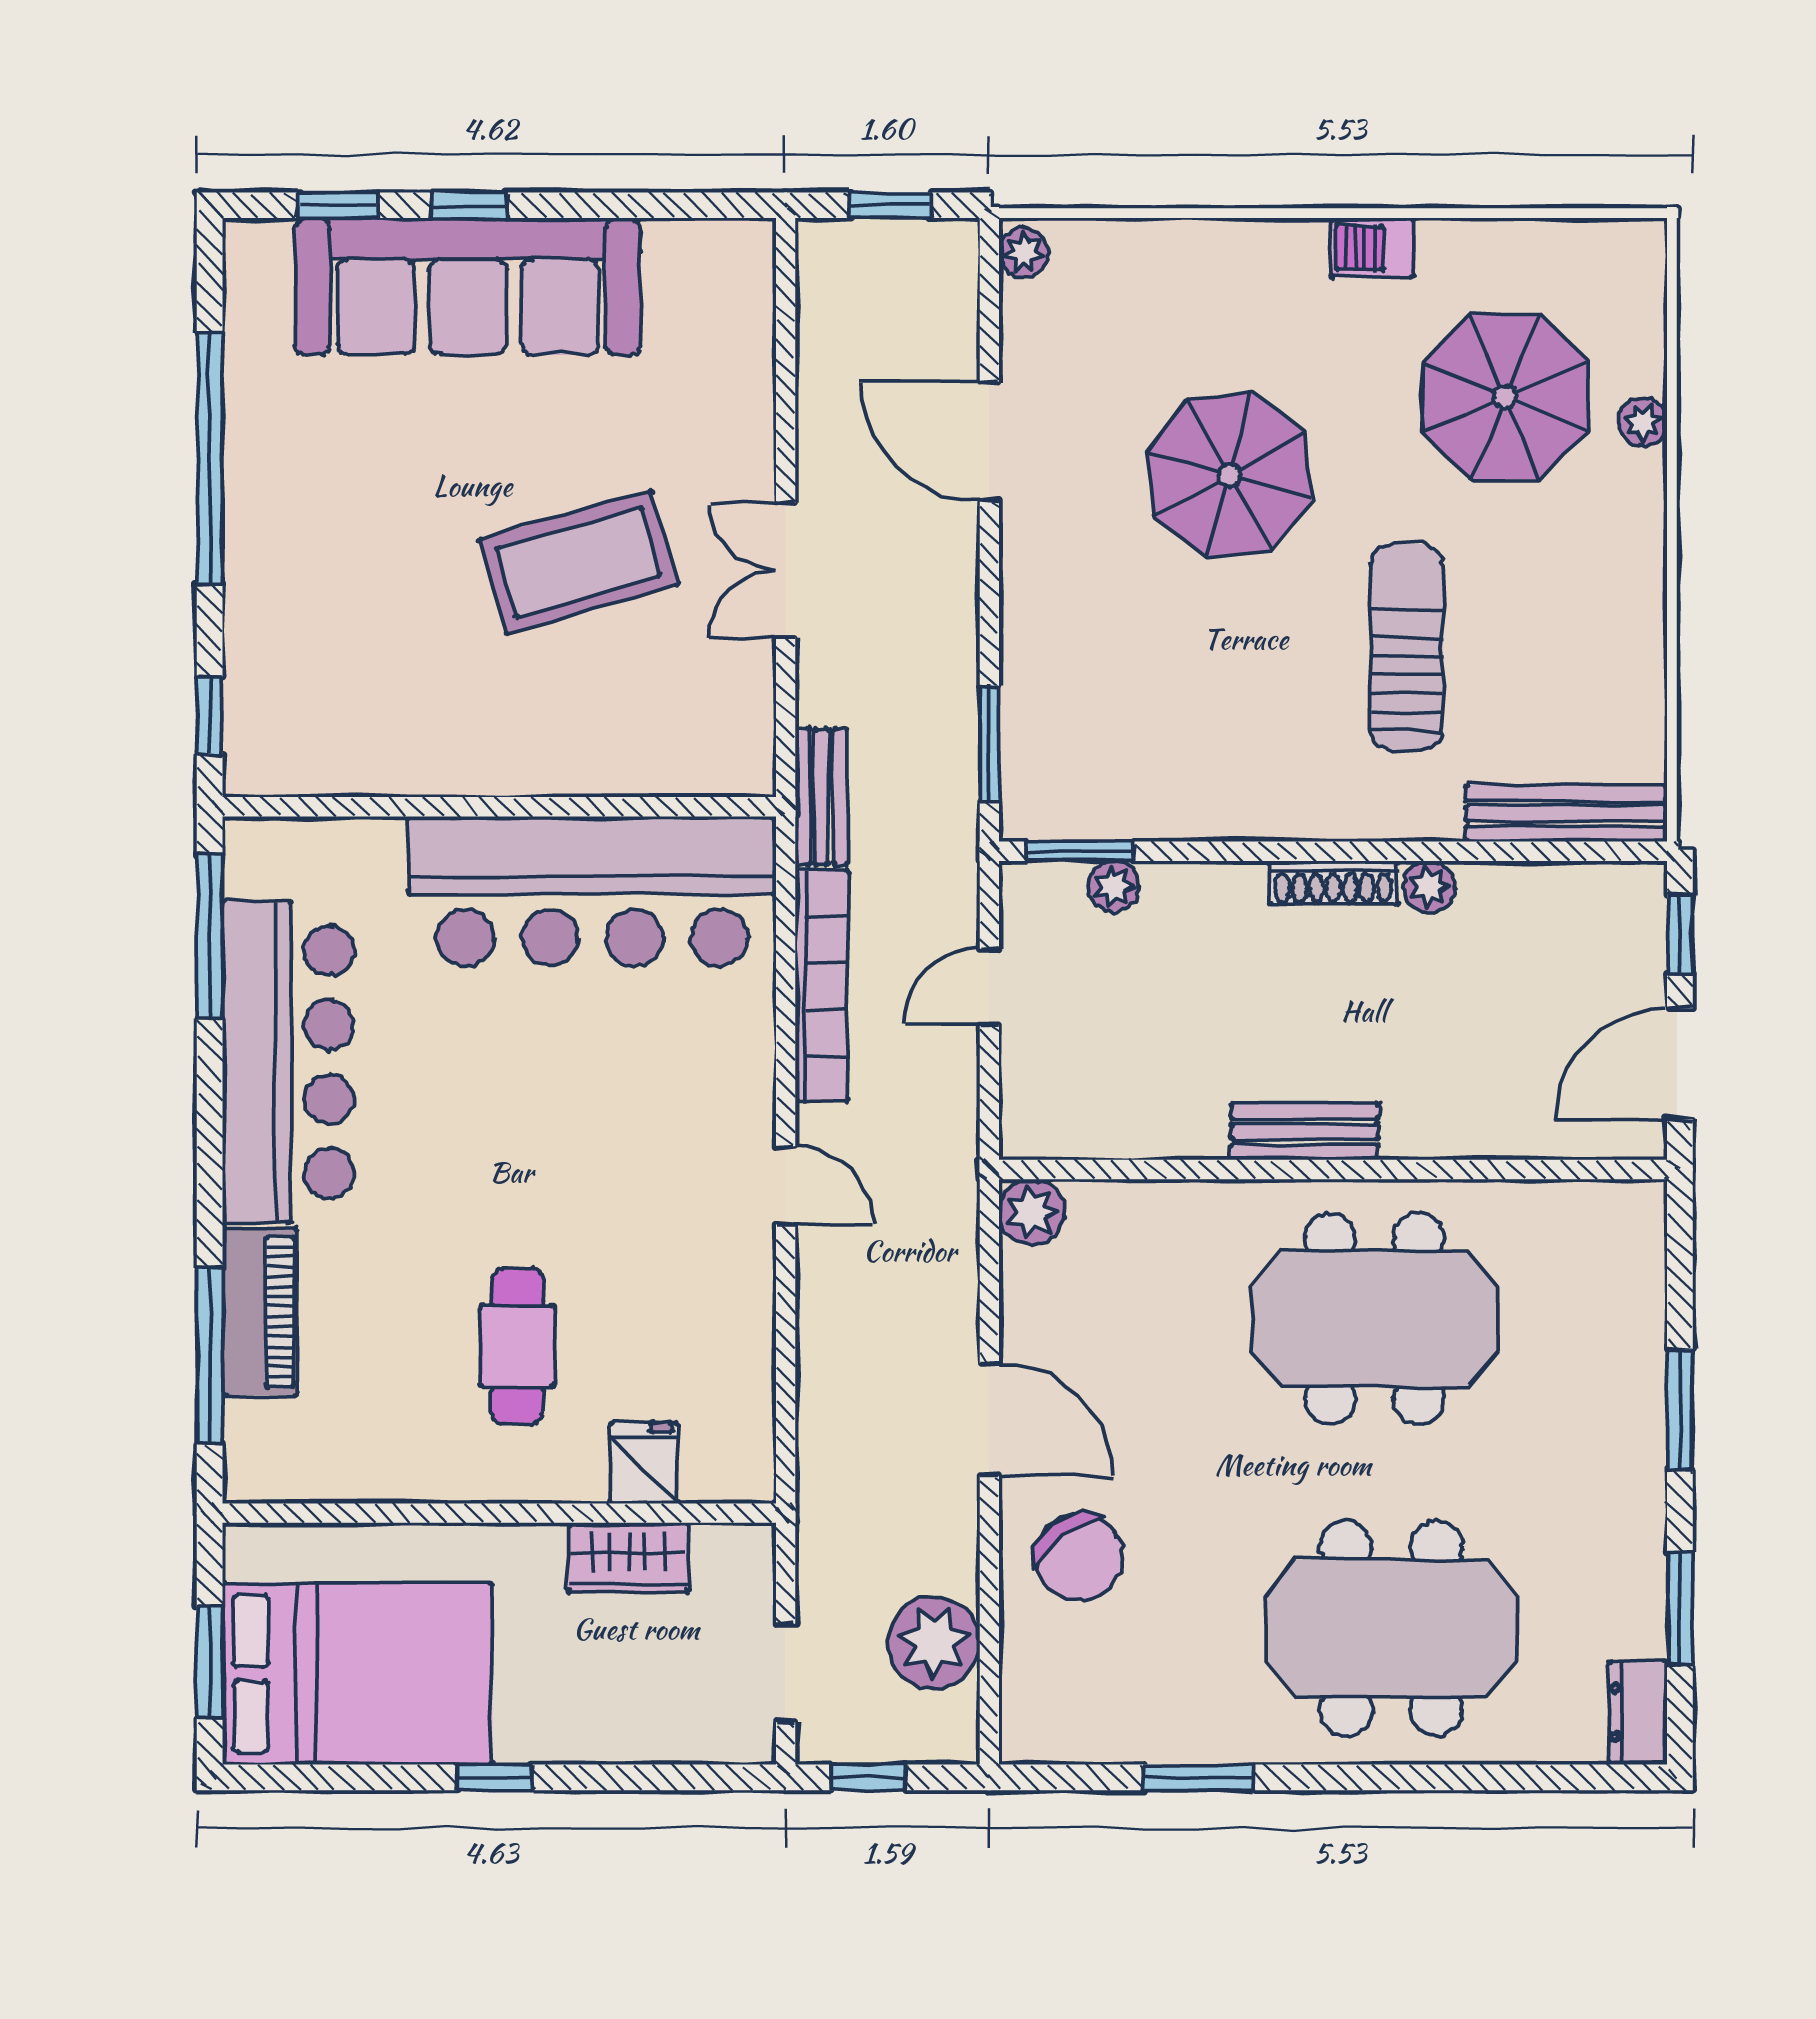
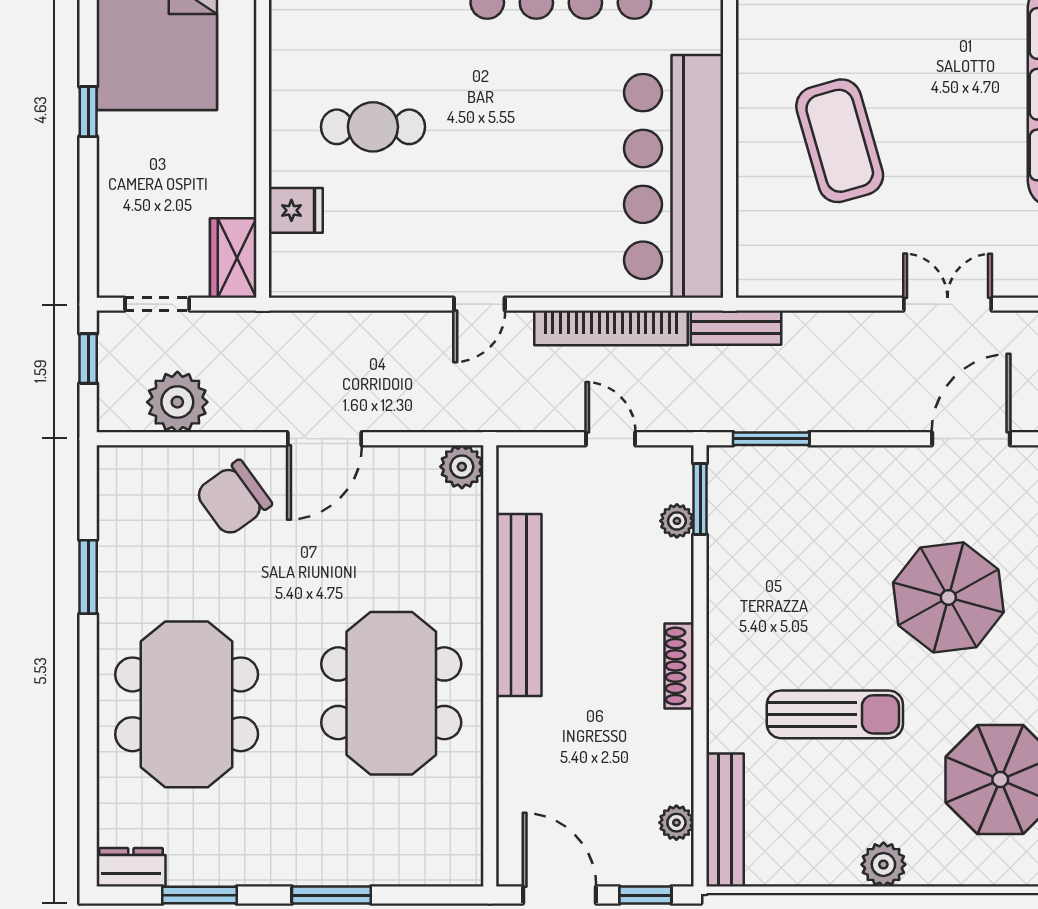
plant: (1643, 422) -> (883, 864), moved, width x1.38, depth x1.38
coffee table: (579, 562) -> (840, 141), moved
double door: (786, 570) -> (948, 304), moved
plant: (1429, 887) -> (676, 823), moved
bench: (1305, 1132) -> (519, 605), width x1.86, depth x1.21
wardrobe: (628, 1558) -> (233, 258), moved

